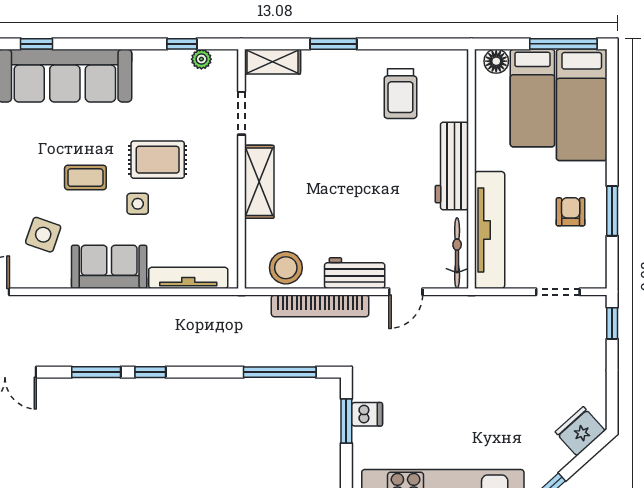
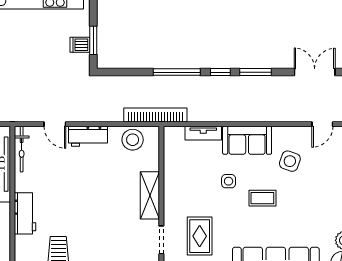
rug: (158, 160) -> (200, 236), moved, turned 90
workbench: (452, 166) -> (25, 213), width x0.73
tv unit: (188, 278) -> (203, 133), width x0.71
door: (406, 292) -> (55, 124), swing flipped
bookcase: (320, 306) -> (155, 115), moved
window: (280, 372) -> (177, 72), moved

